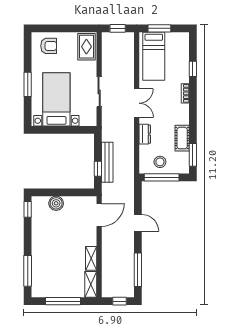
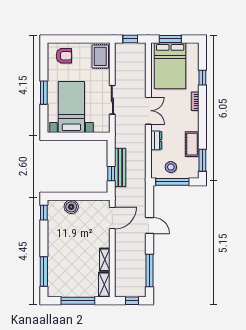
bed: (154, 56) -> (170, 66), width x1.50

